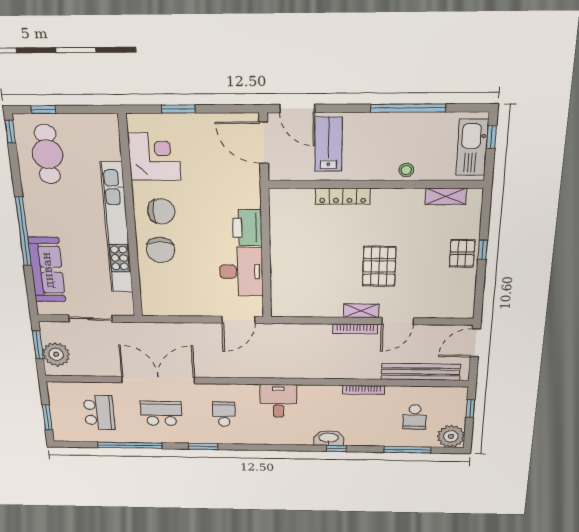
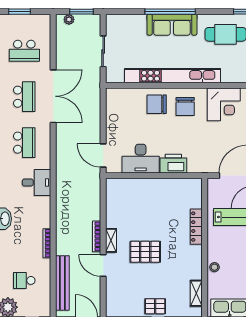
sofa: (47, 270) -> (172, 25), moved
plant: (56, 354) -> (69, 19), width x0.53, depth x0.53
school desk: (224, 414) -> (24, 143), width x1.85

